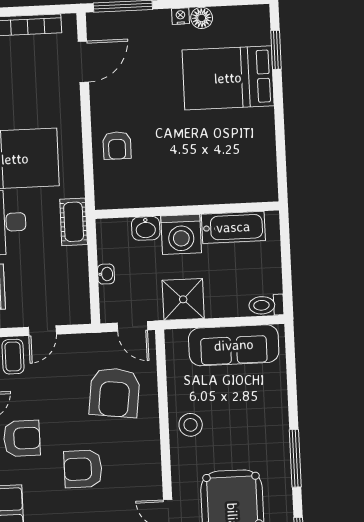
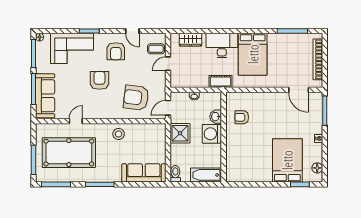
floor lamp: (202, 18) -> (317, 168), moved
armchair: (117, 145) -> (242, 117), moved
bathtub: (233, 227) -> (206, 175), moved, turned 90
door: (42, 331) -> (168, 64), hinge flipped
sofa: (234, 345) -> (144, 173), moved, turned 90

